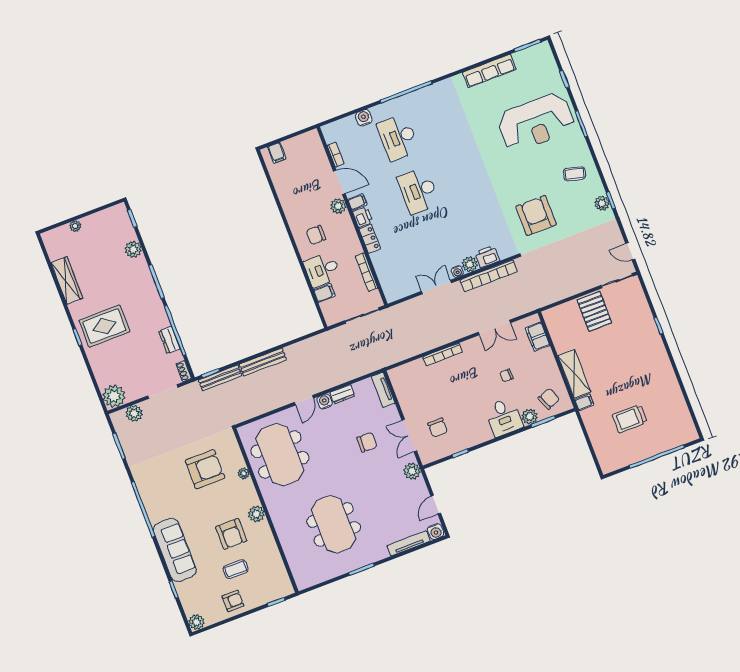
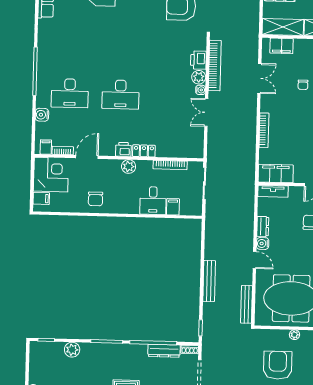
corner desk: (306, 153) -> (51, 175), added
filing cabinet: (357, 202) -> (46, 147), moved
plant: (338, 206) -> (129, 166), moved
chair: (316, 235) -> (95, 199), moved
shelving: (558, 330) -> (283, 27), added
dresser: (169, 340) -> (164, 351), width x1.44
bench: (220, 378) -> (247, 304), moved
filing cabinet: (403, 385) -> (276, 174), added

